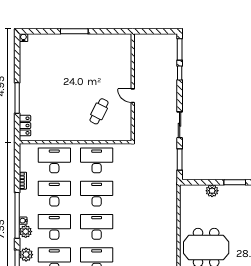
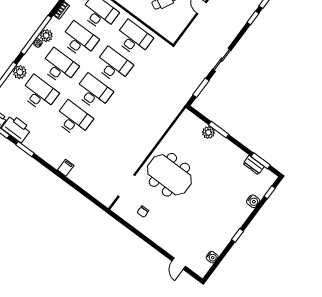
window: (235, 182) -> (219, 130), moved
plant: (26, 232) -> (46, 36), moved

